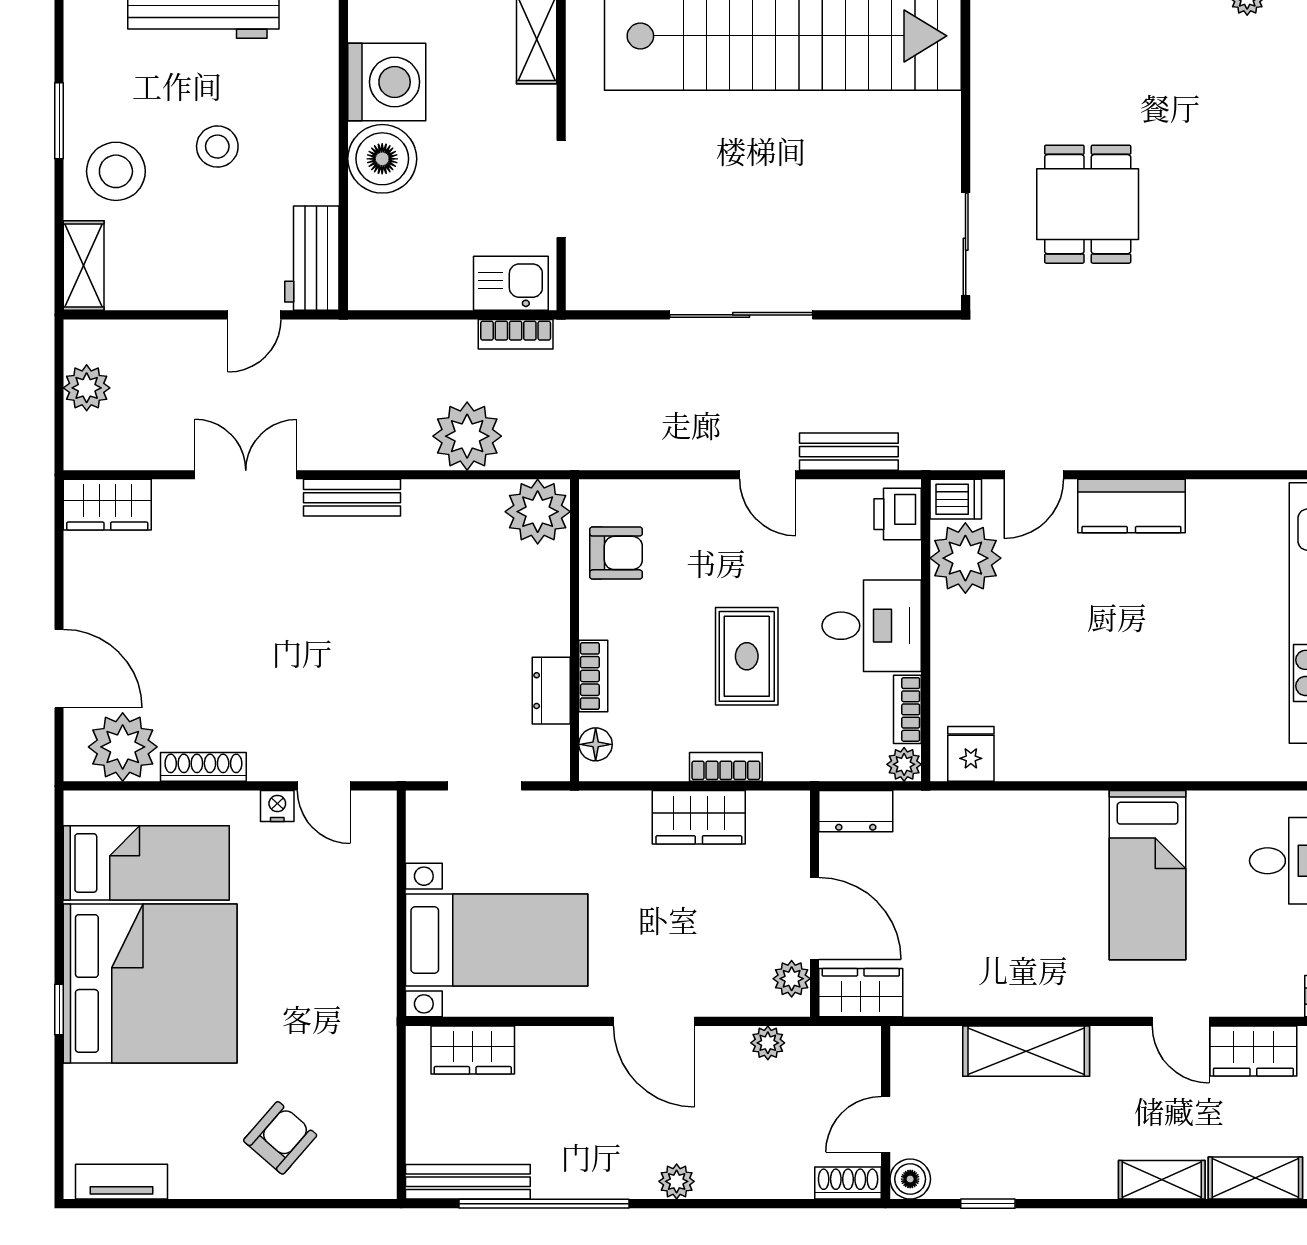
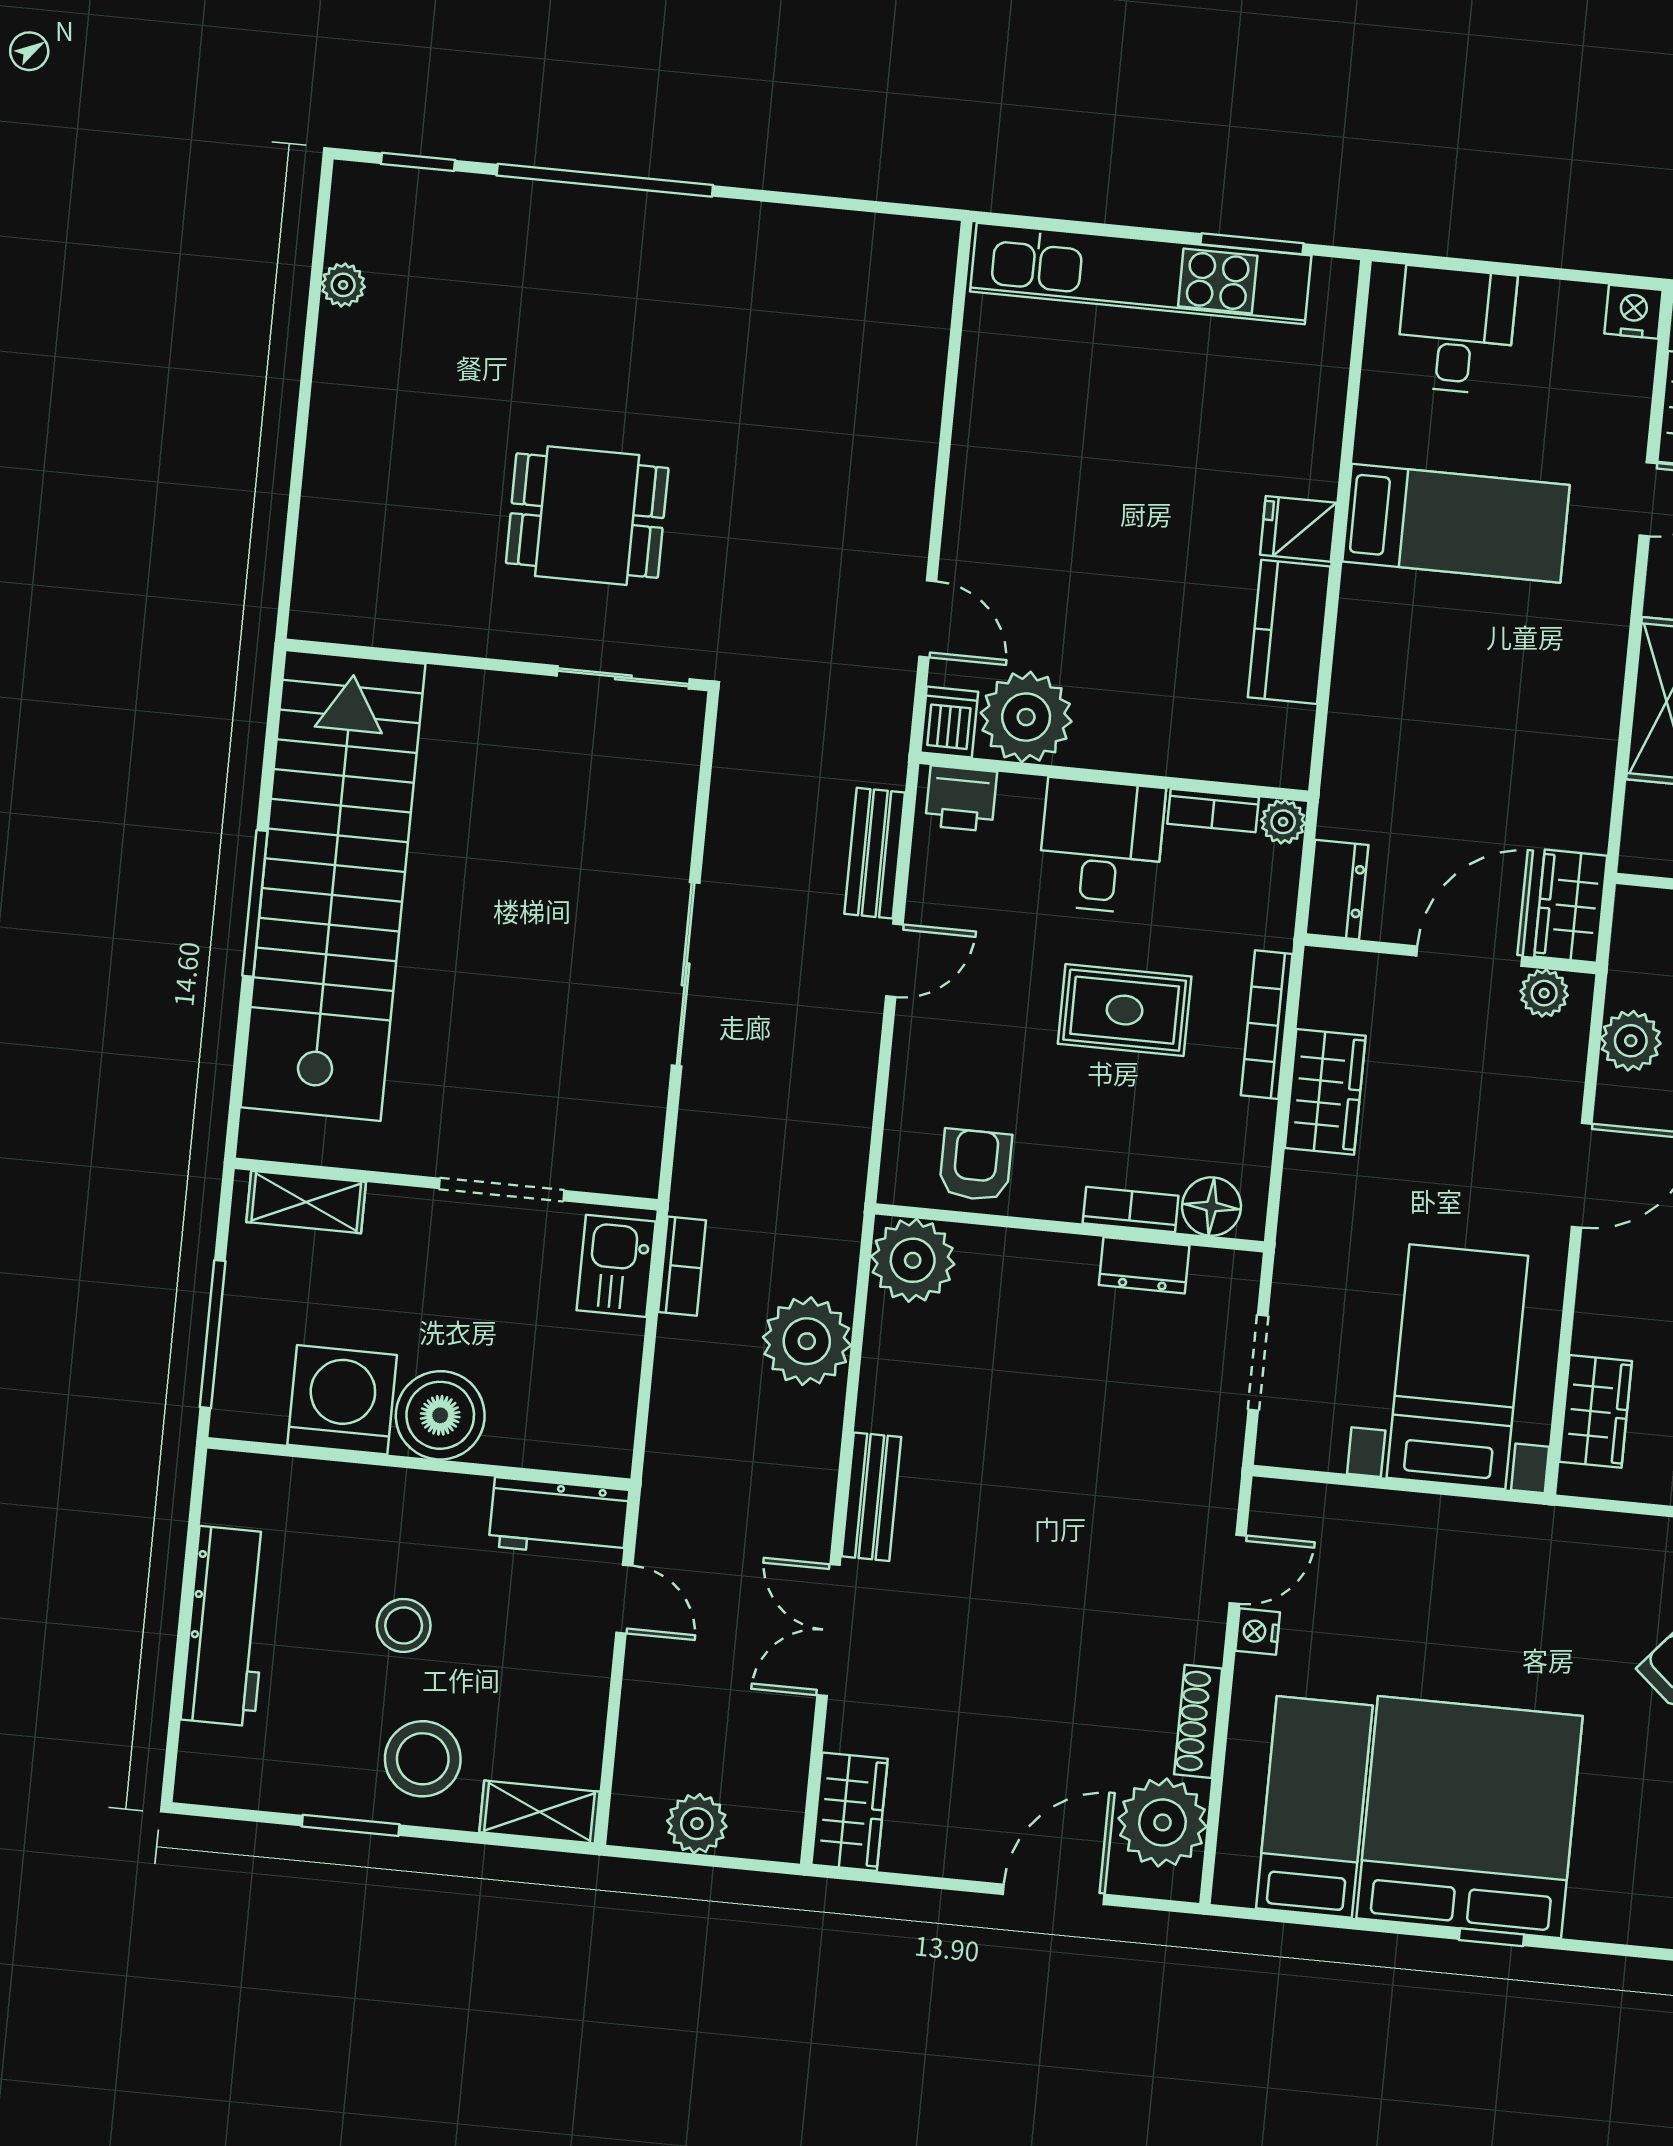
kitchen counter: (1131, 506) -> (1289, 632), moved, turned 180
floor lamp: (596, 744) -> (1211, 1207), width x1.37, depth x1.37
fridge: (971, 754) -> (1298, 529), moved
bookcase: (726, 767) -> (1267, 1025), width x1.56
plant: (768, 1043) -> (1631, 1041), width x1.38, depth x1.38

